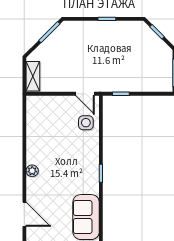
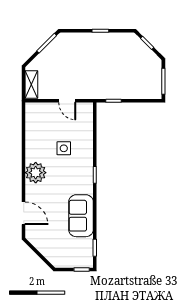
door: (85, 94) -> (67, 101), moved
side table: (86, 123) -> (64, 148), moved
plant: (32, 171) -> (36, 173), width x1.88, depth x1.88

